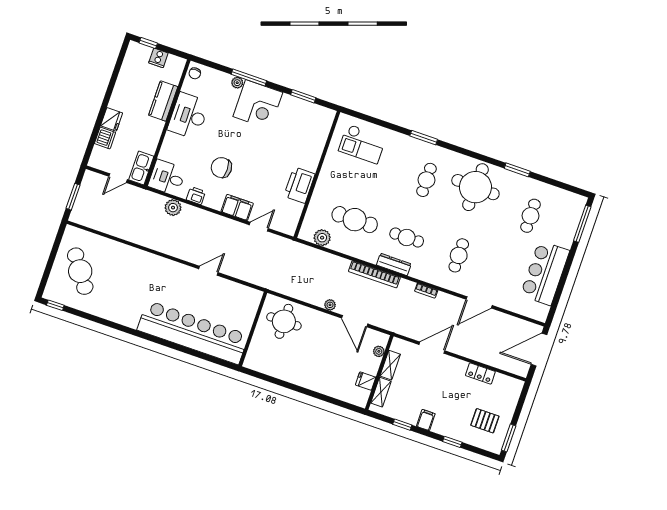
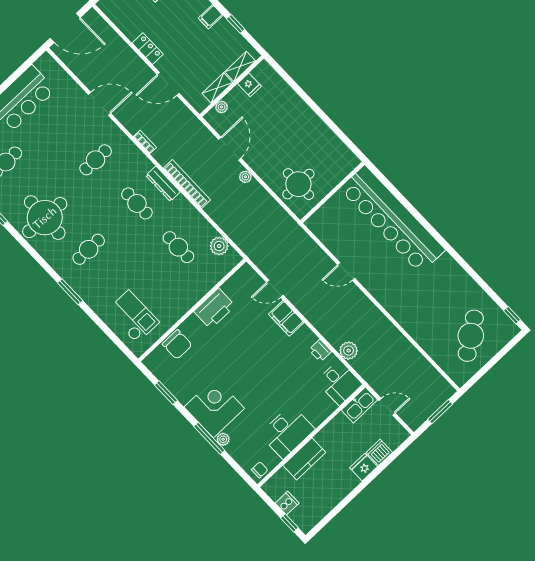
chair: (221, 168) -> (177, 345), moved
cafe table: (355, 220) -> (178, 247), width x0.73, depth x0.74
locker: (480, 373) -> (148, 49), moved

